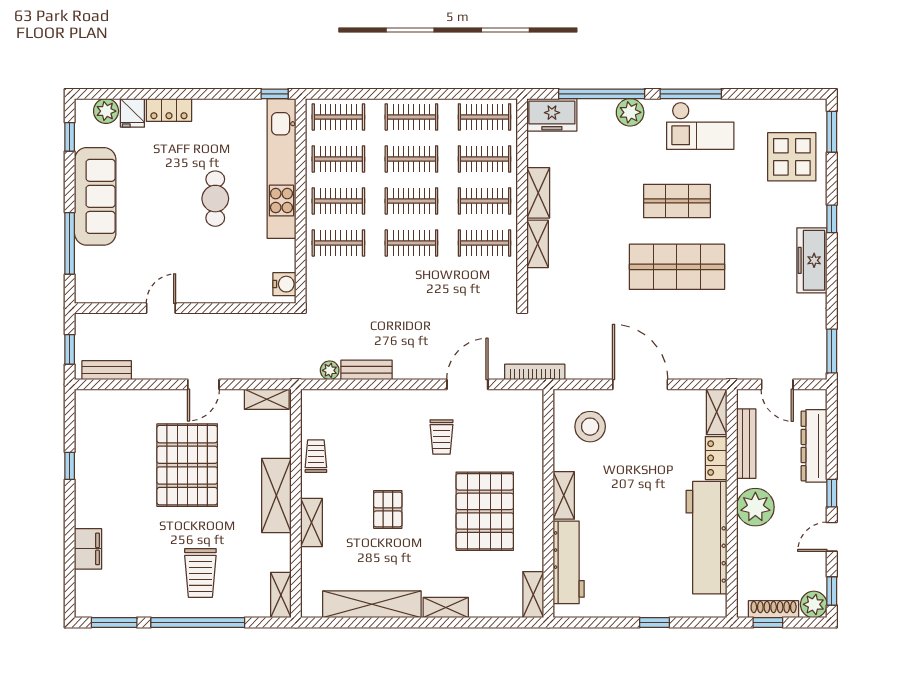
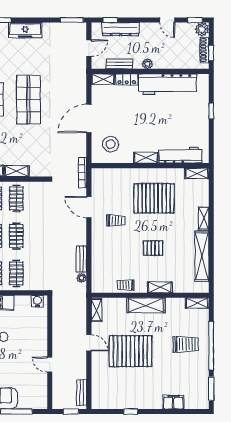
bench: (746, 444) -> (119, 64), width x0.73
window: (832, 493) -> (110, 20), moved
plant: (755, 507) -> (147, 64), width x0.53, depth x0.53

